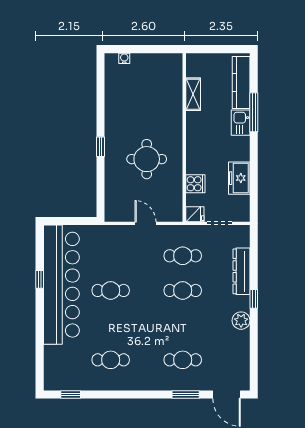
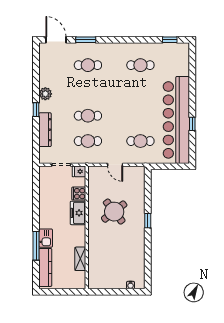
round table: (147, 159) -> (114, 212), turned -38
freezer: (239, 178) -> (78, 213), moved, turned 180
cafe table: (111, 290) -> (140, 141), moved

